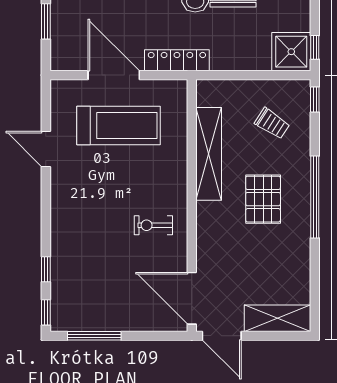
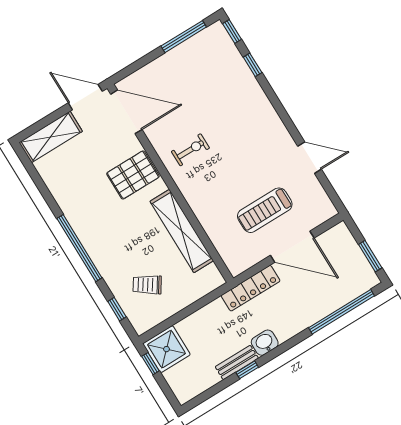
window: (315, 99) -> (117, 309), moved
treadmill: (118, 125) -> (265, 210), width x0.73, depth x0.73
pallet: (263, 199) -> (133, 175), moved, turned 90

